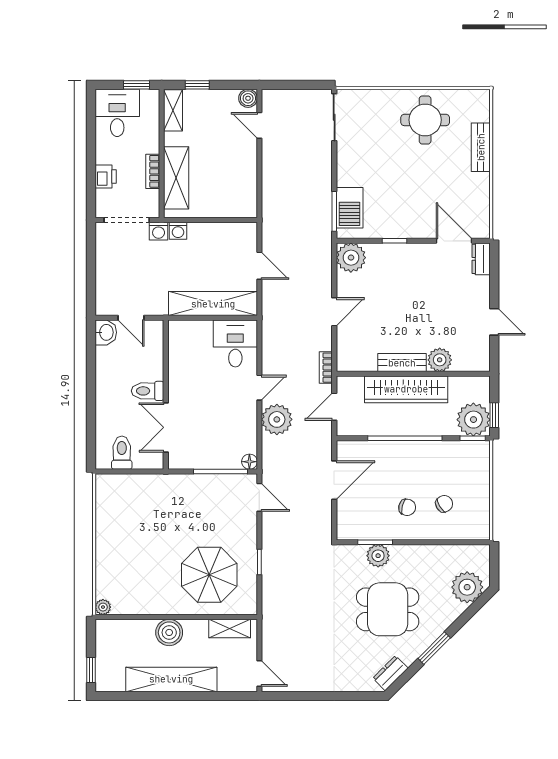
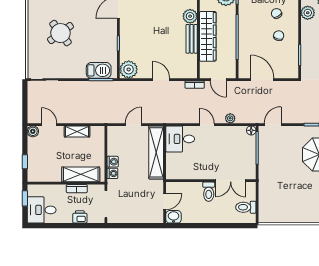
shelving: (173, 110) -> (77, 131), moved
round table: (425, 120) -> (60, 33), moved, turned -37
door: (259, 125) -> (49, 125), swing flipped
washing machine: (159, 231) -> (113, 162), moved
plant: (277, 419) -> (230, 118), width x0.53, depth x0.53
plant: (378, 556) -> (308, 13), moved

